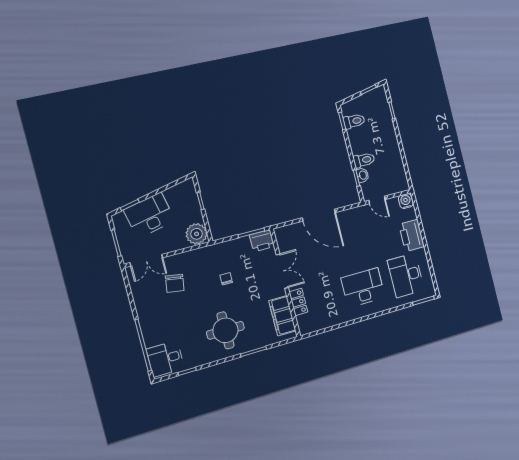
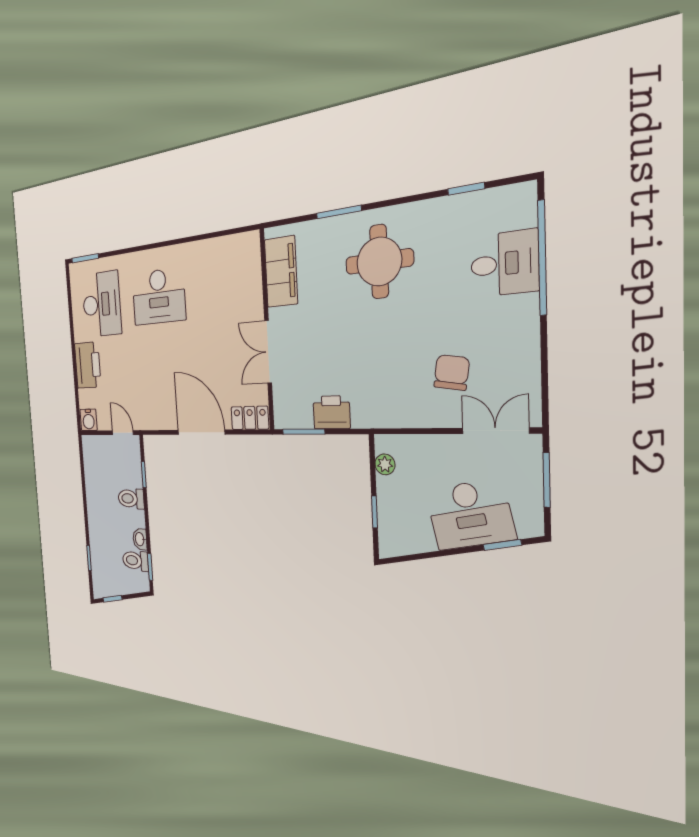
washbasin: (363, 175) -> (140, 539), moved
plant: (197, 234) -> (385, 464), width x0.53, depth x0.53
printer: (262, 241) -> (331, 412), moved
chair: (226, 279) -> (359, 360), removed
locker: (298, 302) -> (250, 418), moved, turned 90
desk: (165, 359) -> (504, 264), moved

